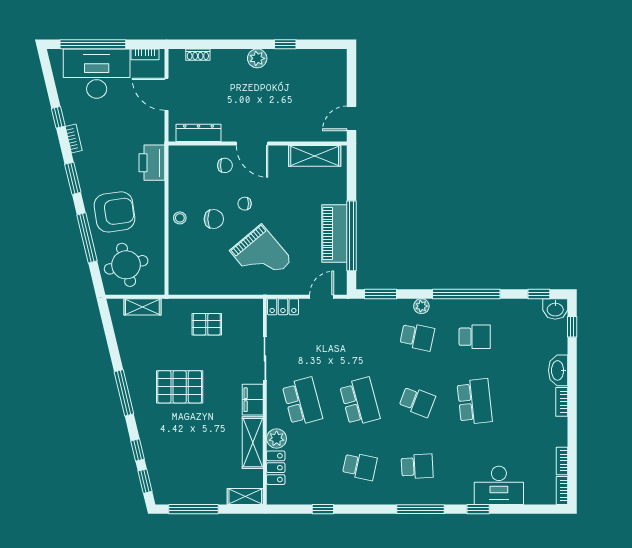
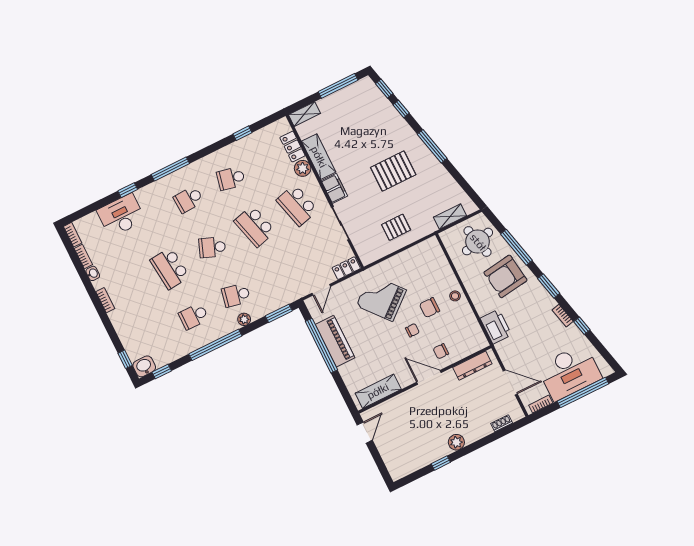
washbasin: (558, 370) -> (93, 273), moved, width x0.52, depth x0.69

